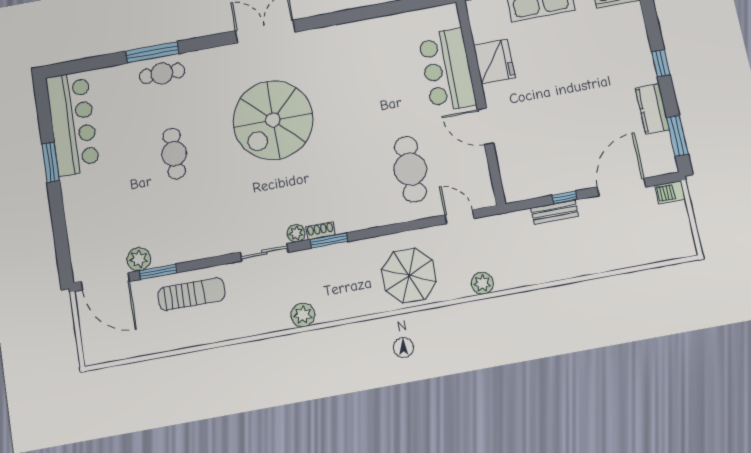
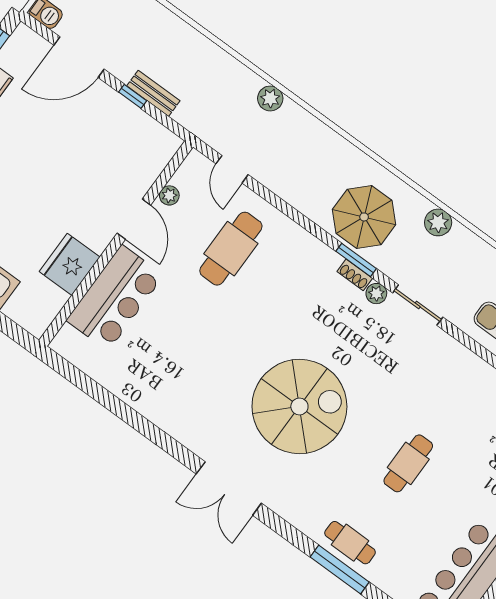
plant: (480, 162) -> (169, 195), added
parasol: (409, 276) -> (364, 217), moved

